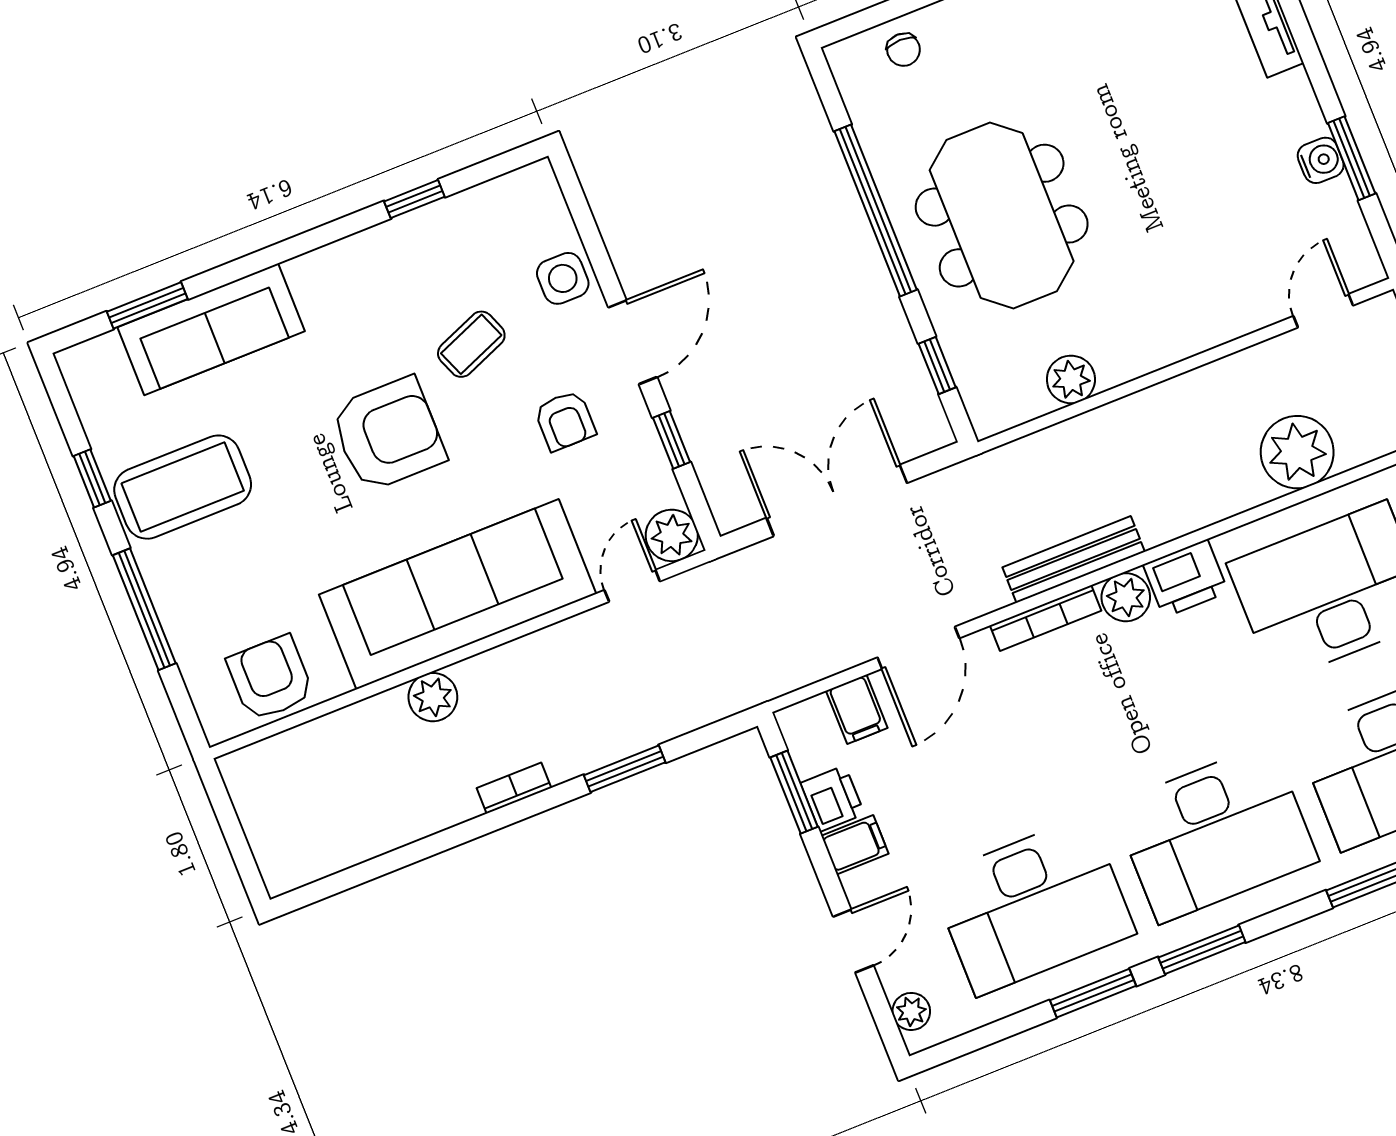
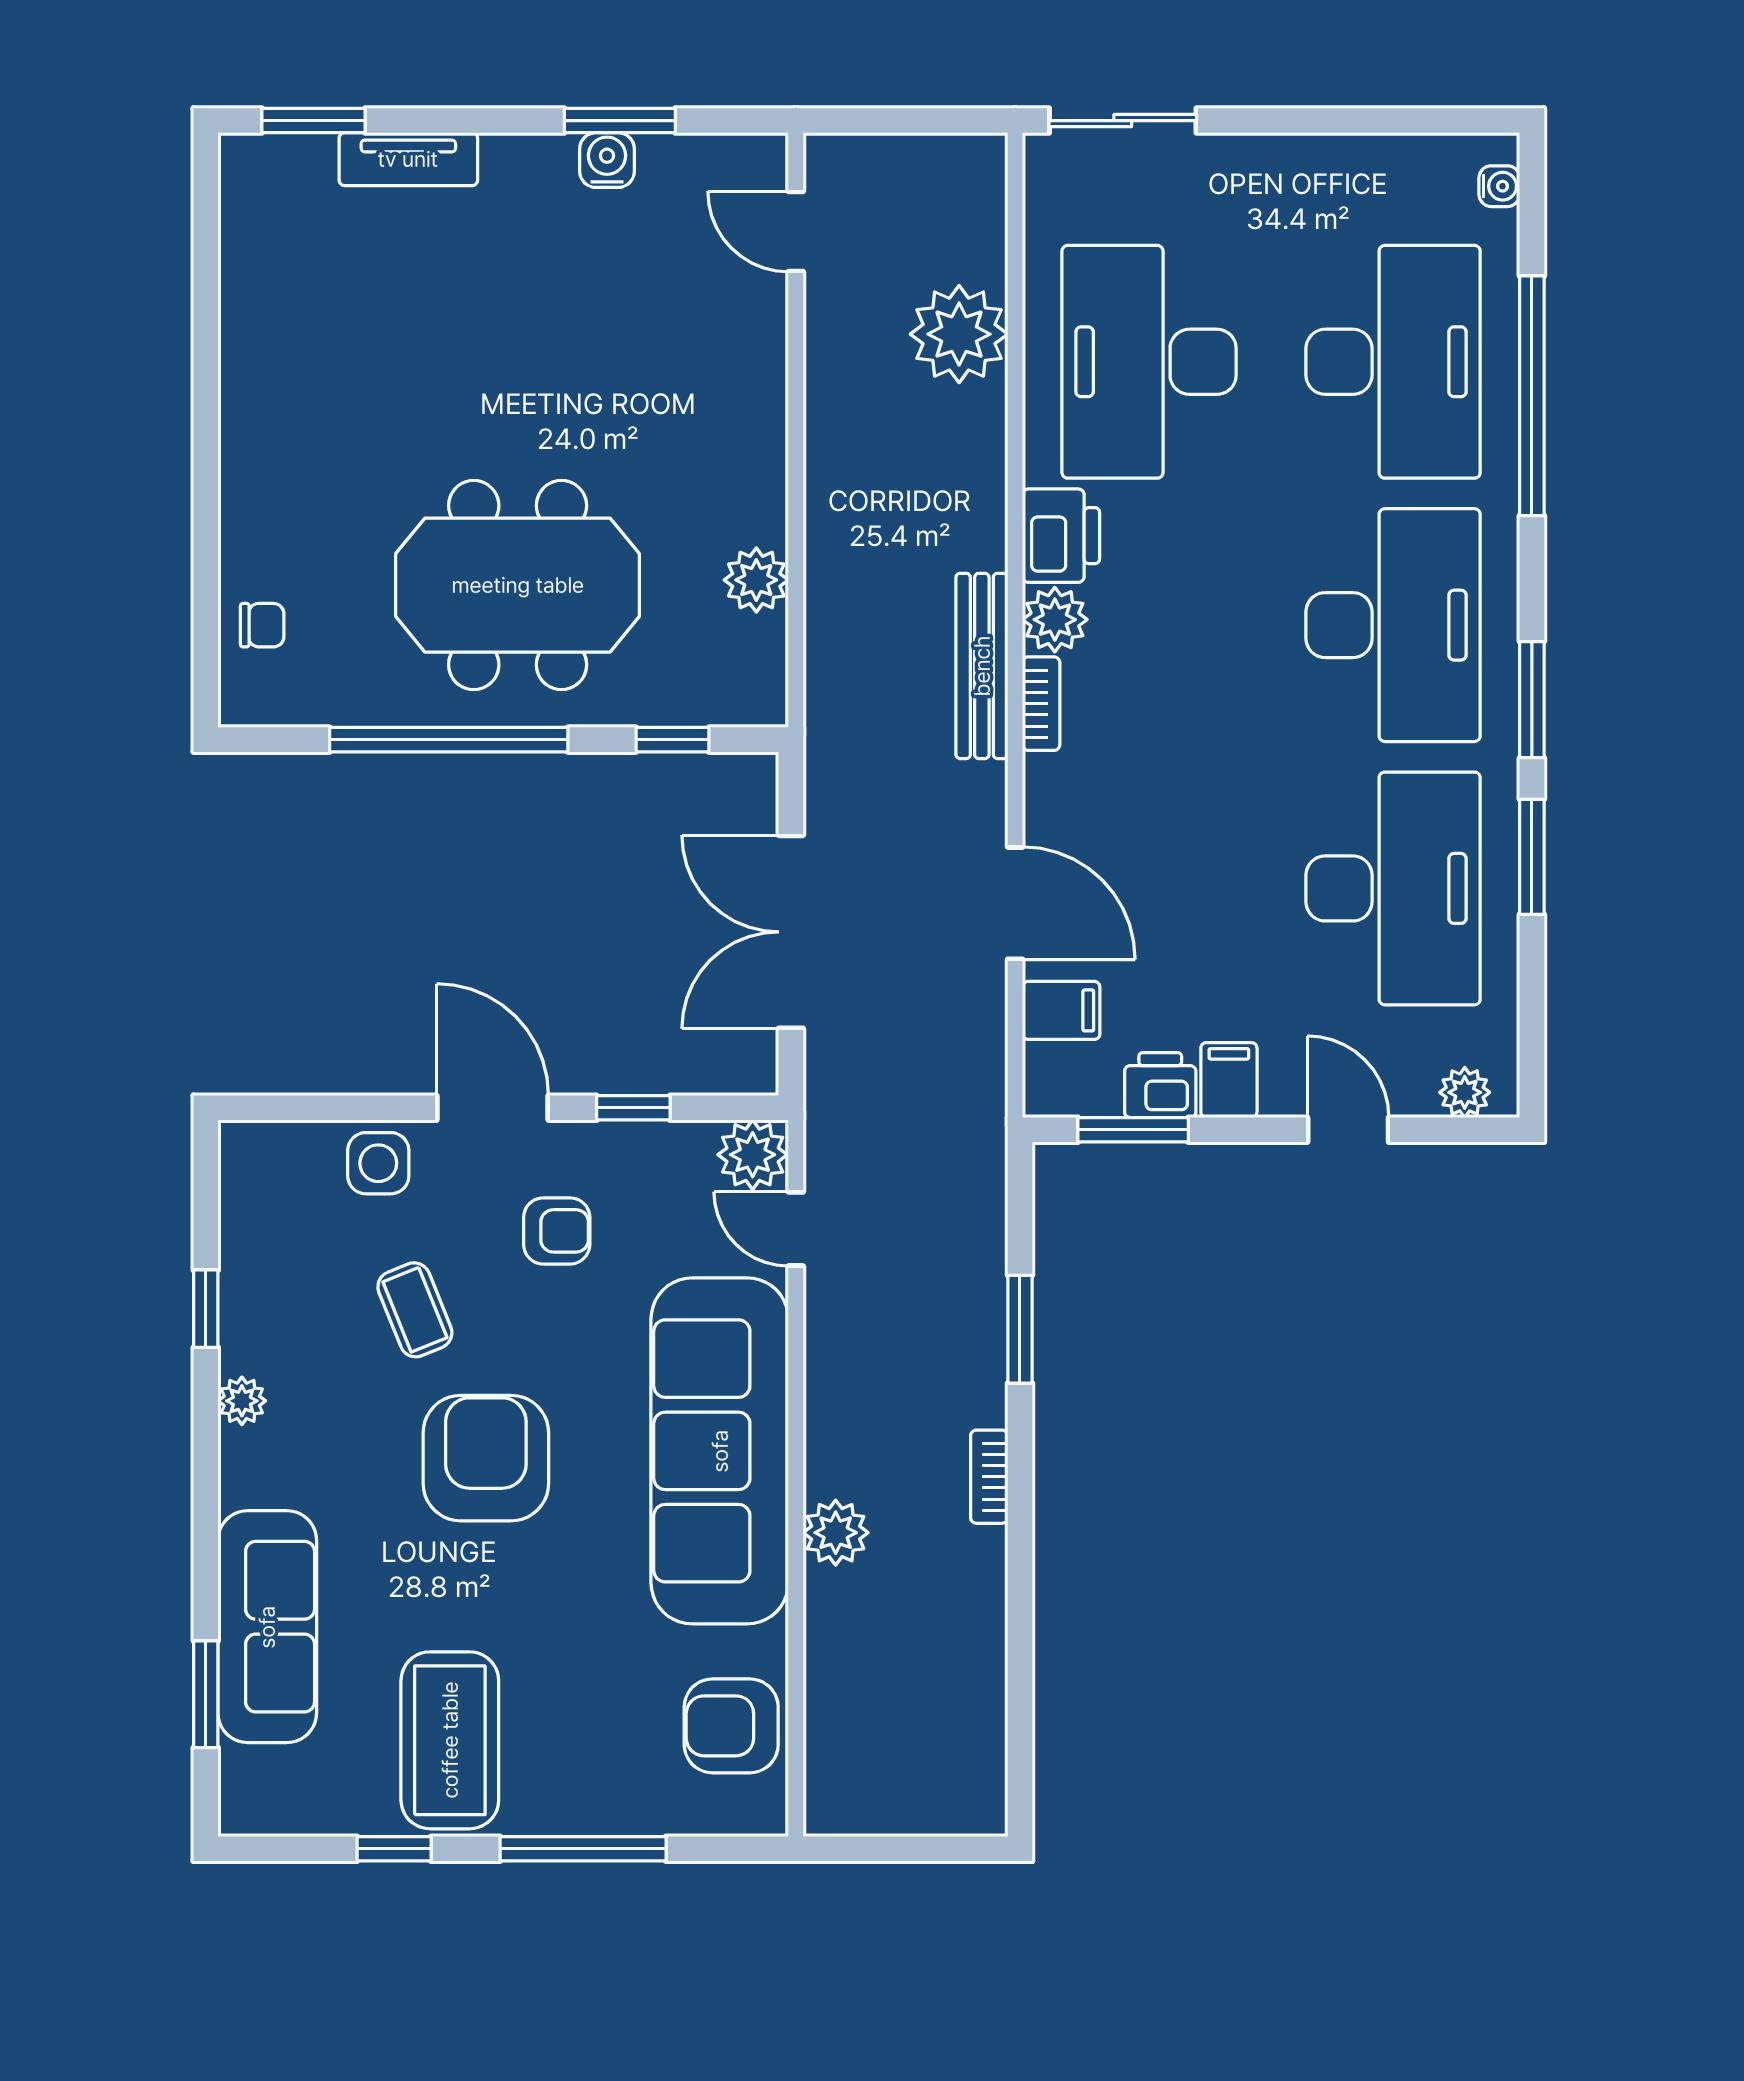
plant: (361, 249) -> (242, 1401), added
bookcase: (1046, 618) -> (1041, 704), width x0.64

